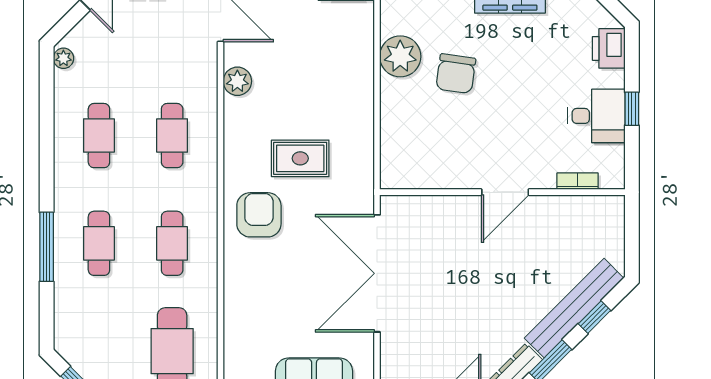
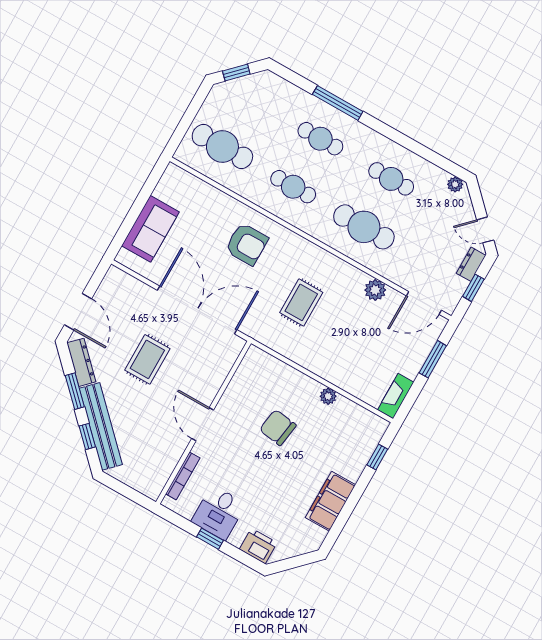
plant: (400, 56) -> (328, 396), width x0.53, depth x0.53
chair: (456, 74) -> (278, 428), moved
cafe table: (172, 136) -> (364, 227), width x1.37, depth x1.35
bookcase: (578, 181) -> (183, 476), width x1.56
armchair: (259, 215) -> (247, 244), moved
rug: (466, 298) -> (147, 359), added

